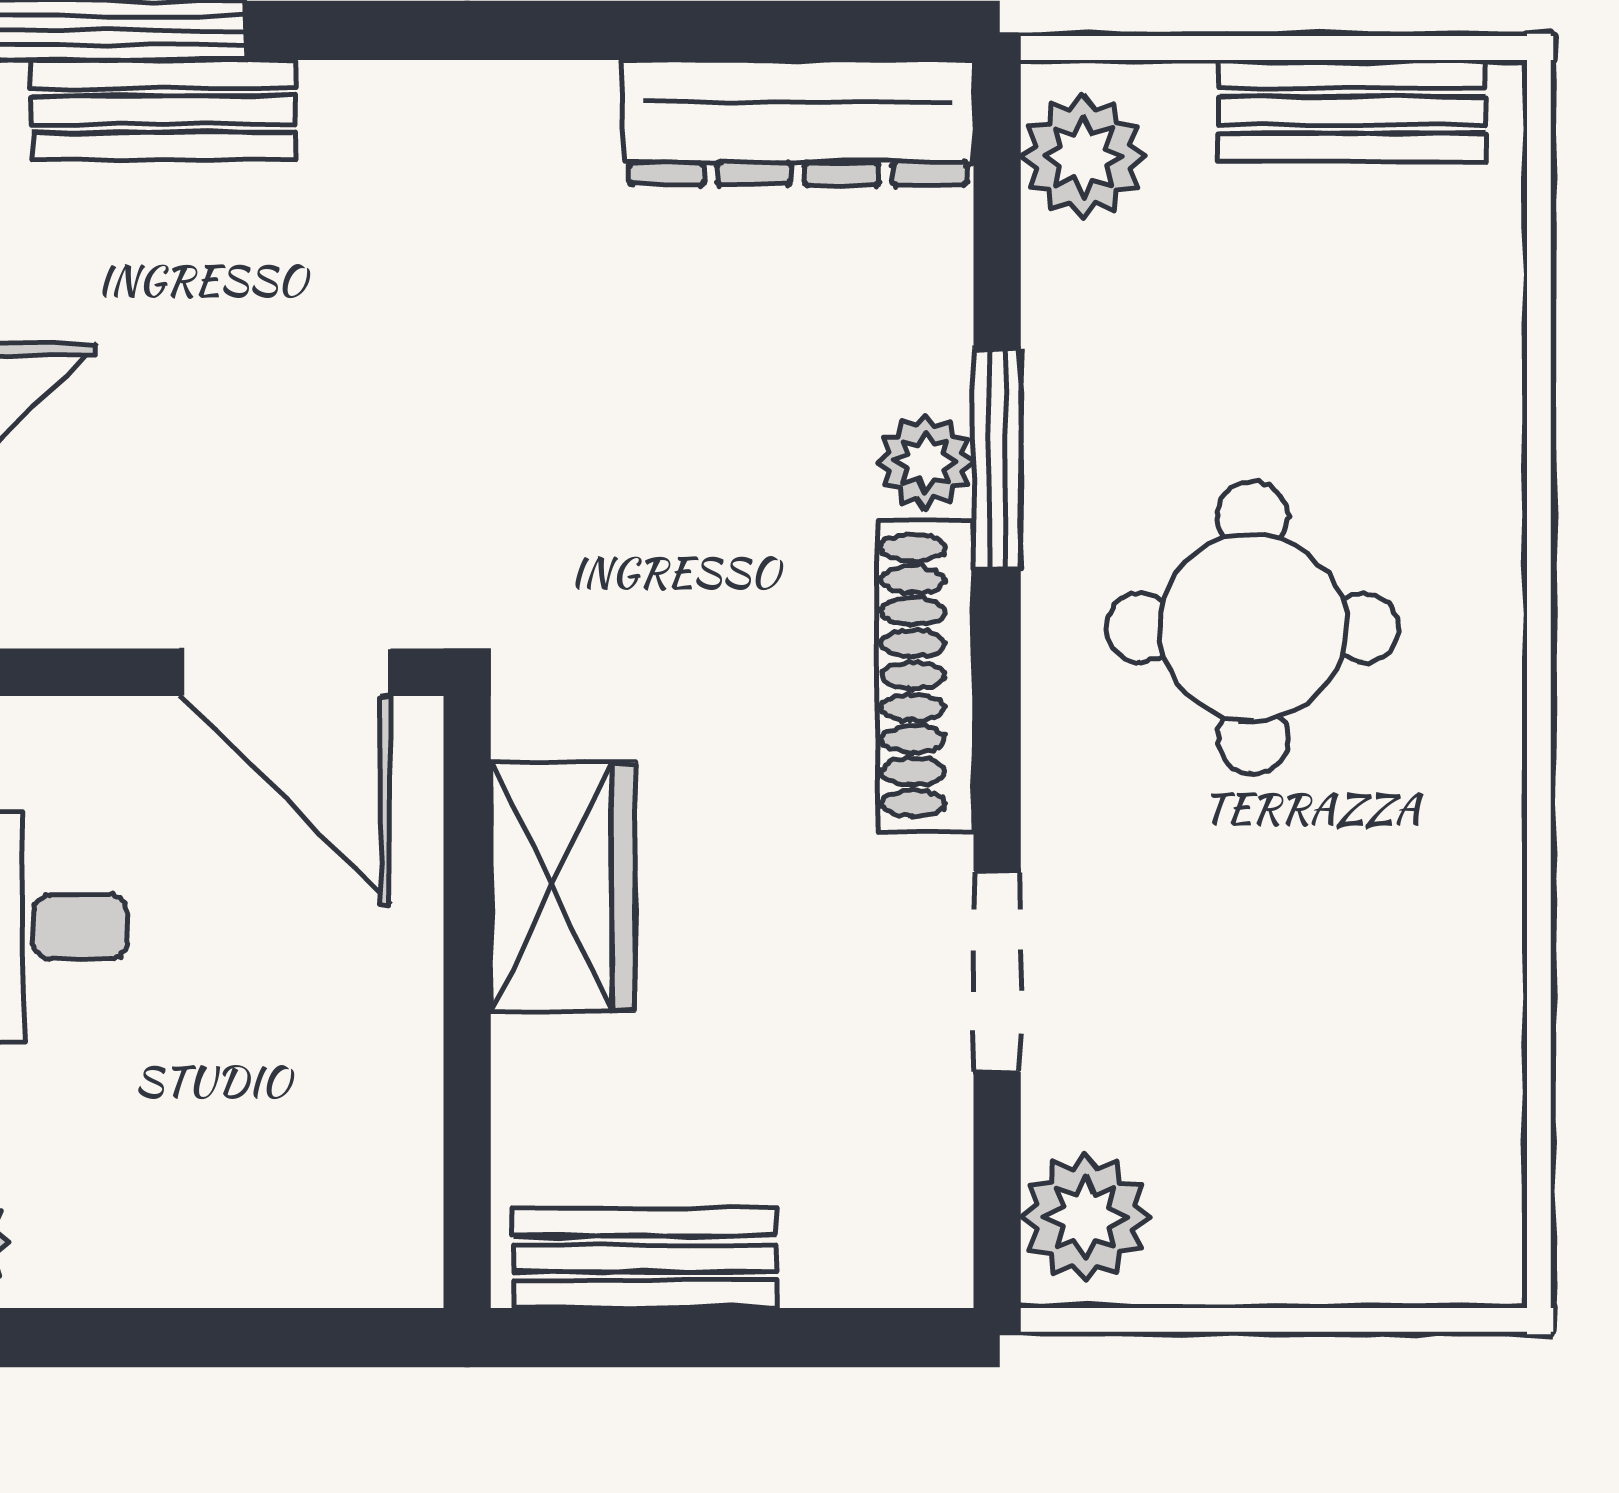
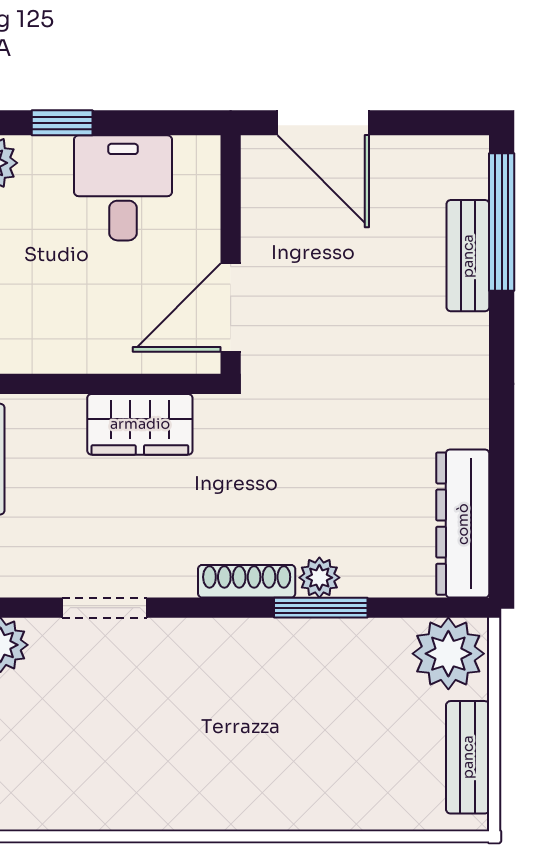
plant: (1083, 157) -> (448, 654), width x1.36, depth x1.36
round table: (1253, 628) -> (249, 716), removed
shoe rack: (925, 676) -> (247, 581), width x0.74, depth x0.81

